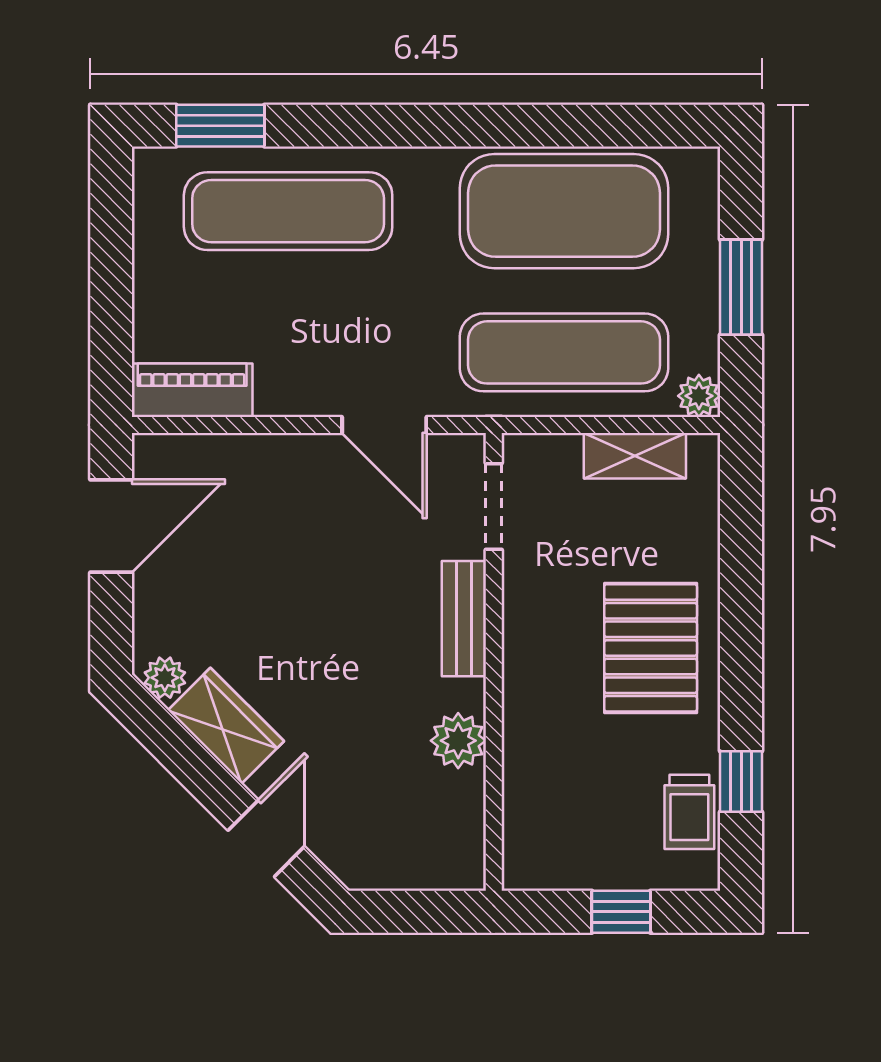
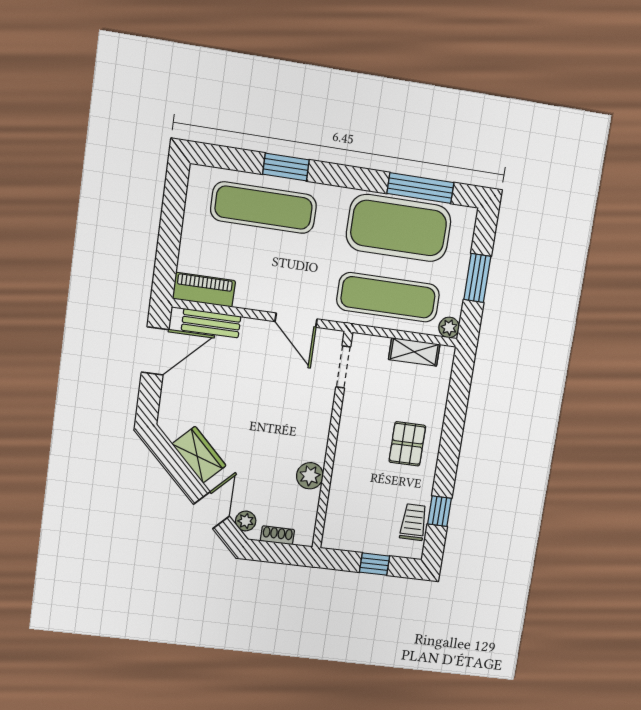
window: (220, 126) -> (286, 167), moved
window: (596, 126) -> (420, 188), added
bench: (464, 619) -> (211, 323), moved, turned 90
pallet: (651, 648) -> (407, 444), width x0.67, depth x0.71
plant: (165, 678) -> (246, 521), moved
trolley: (689, 812) -> (413, 522), turned 180
shoe rack: (409, 874) -> (277, 535), added

